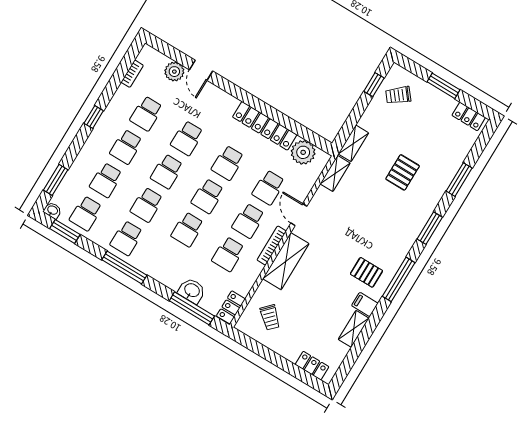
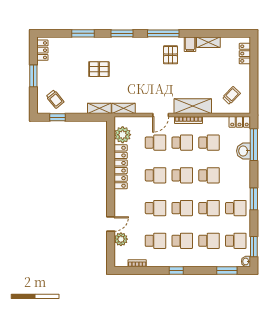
window: (124, 268) -> (254, 199), width x0.69

